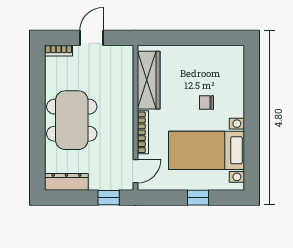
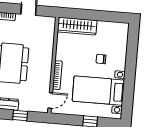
wardrobe: (149, 80) -> (77, 26), moved, turned 90
window: (109, 198) -> (20, 115), moved

